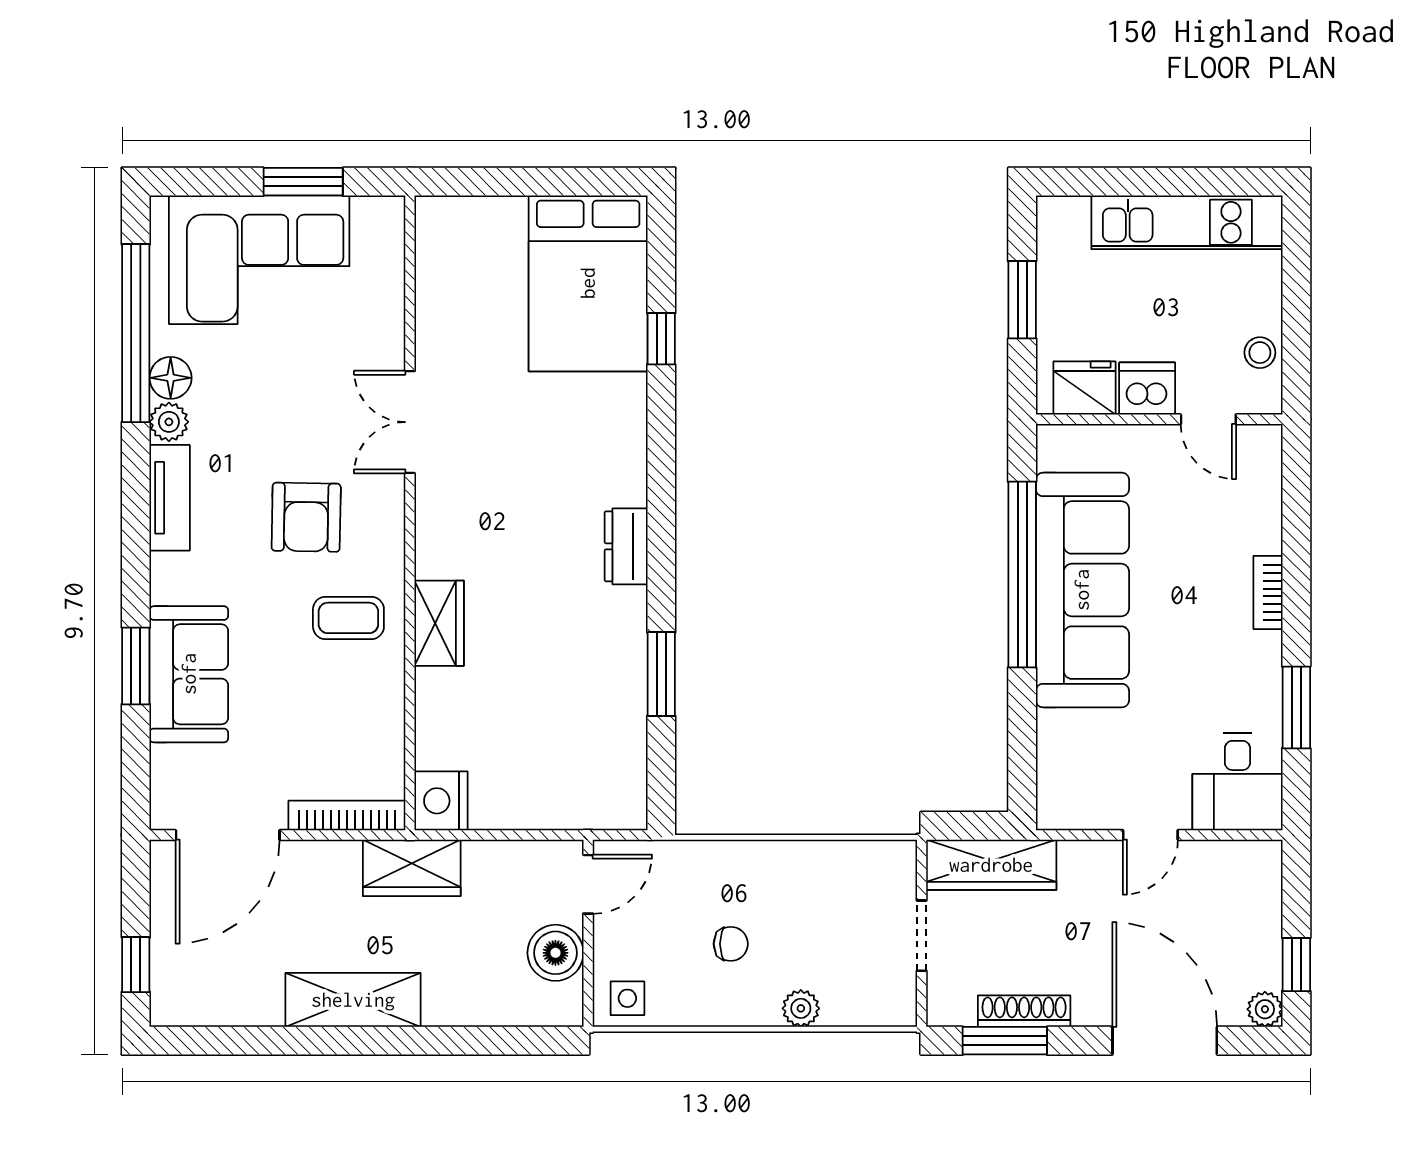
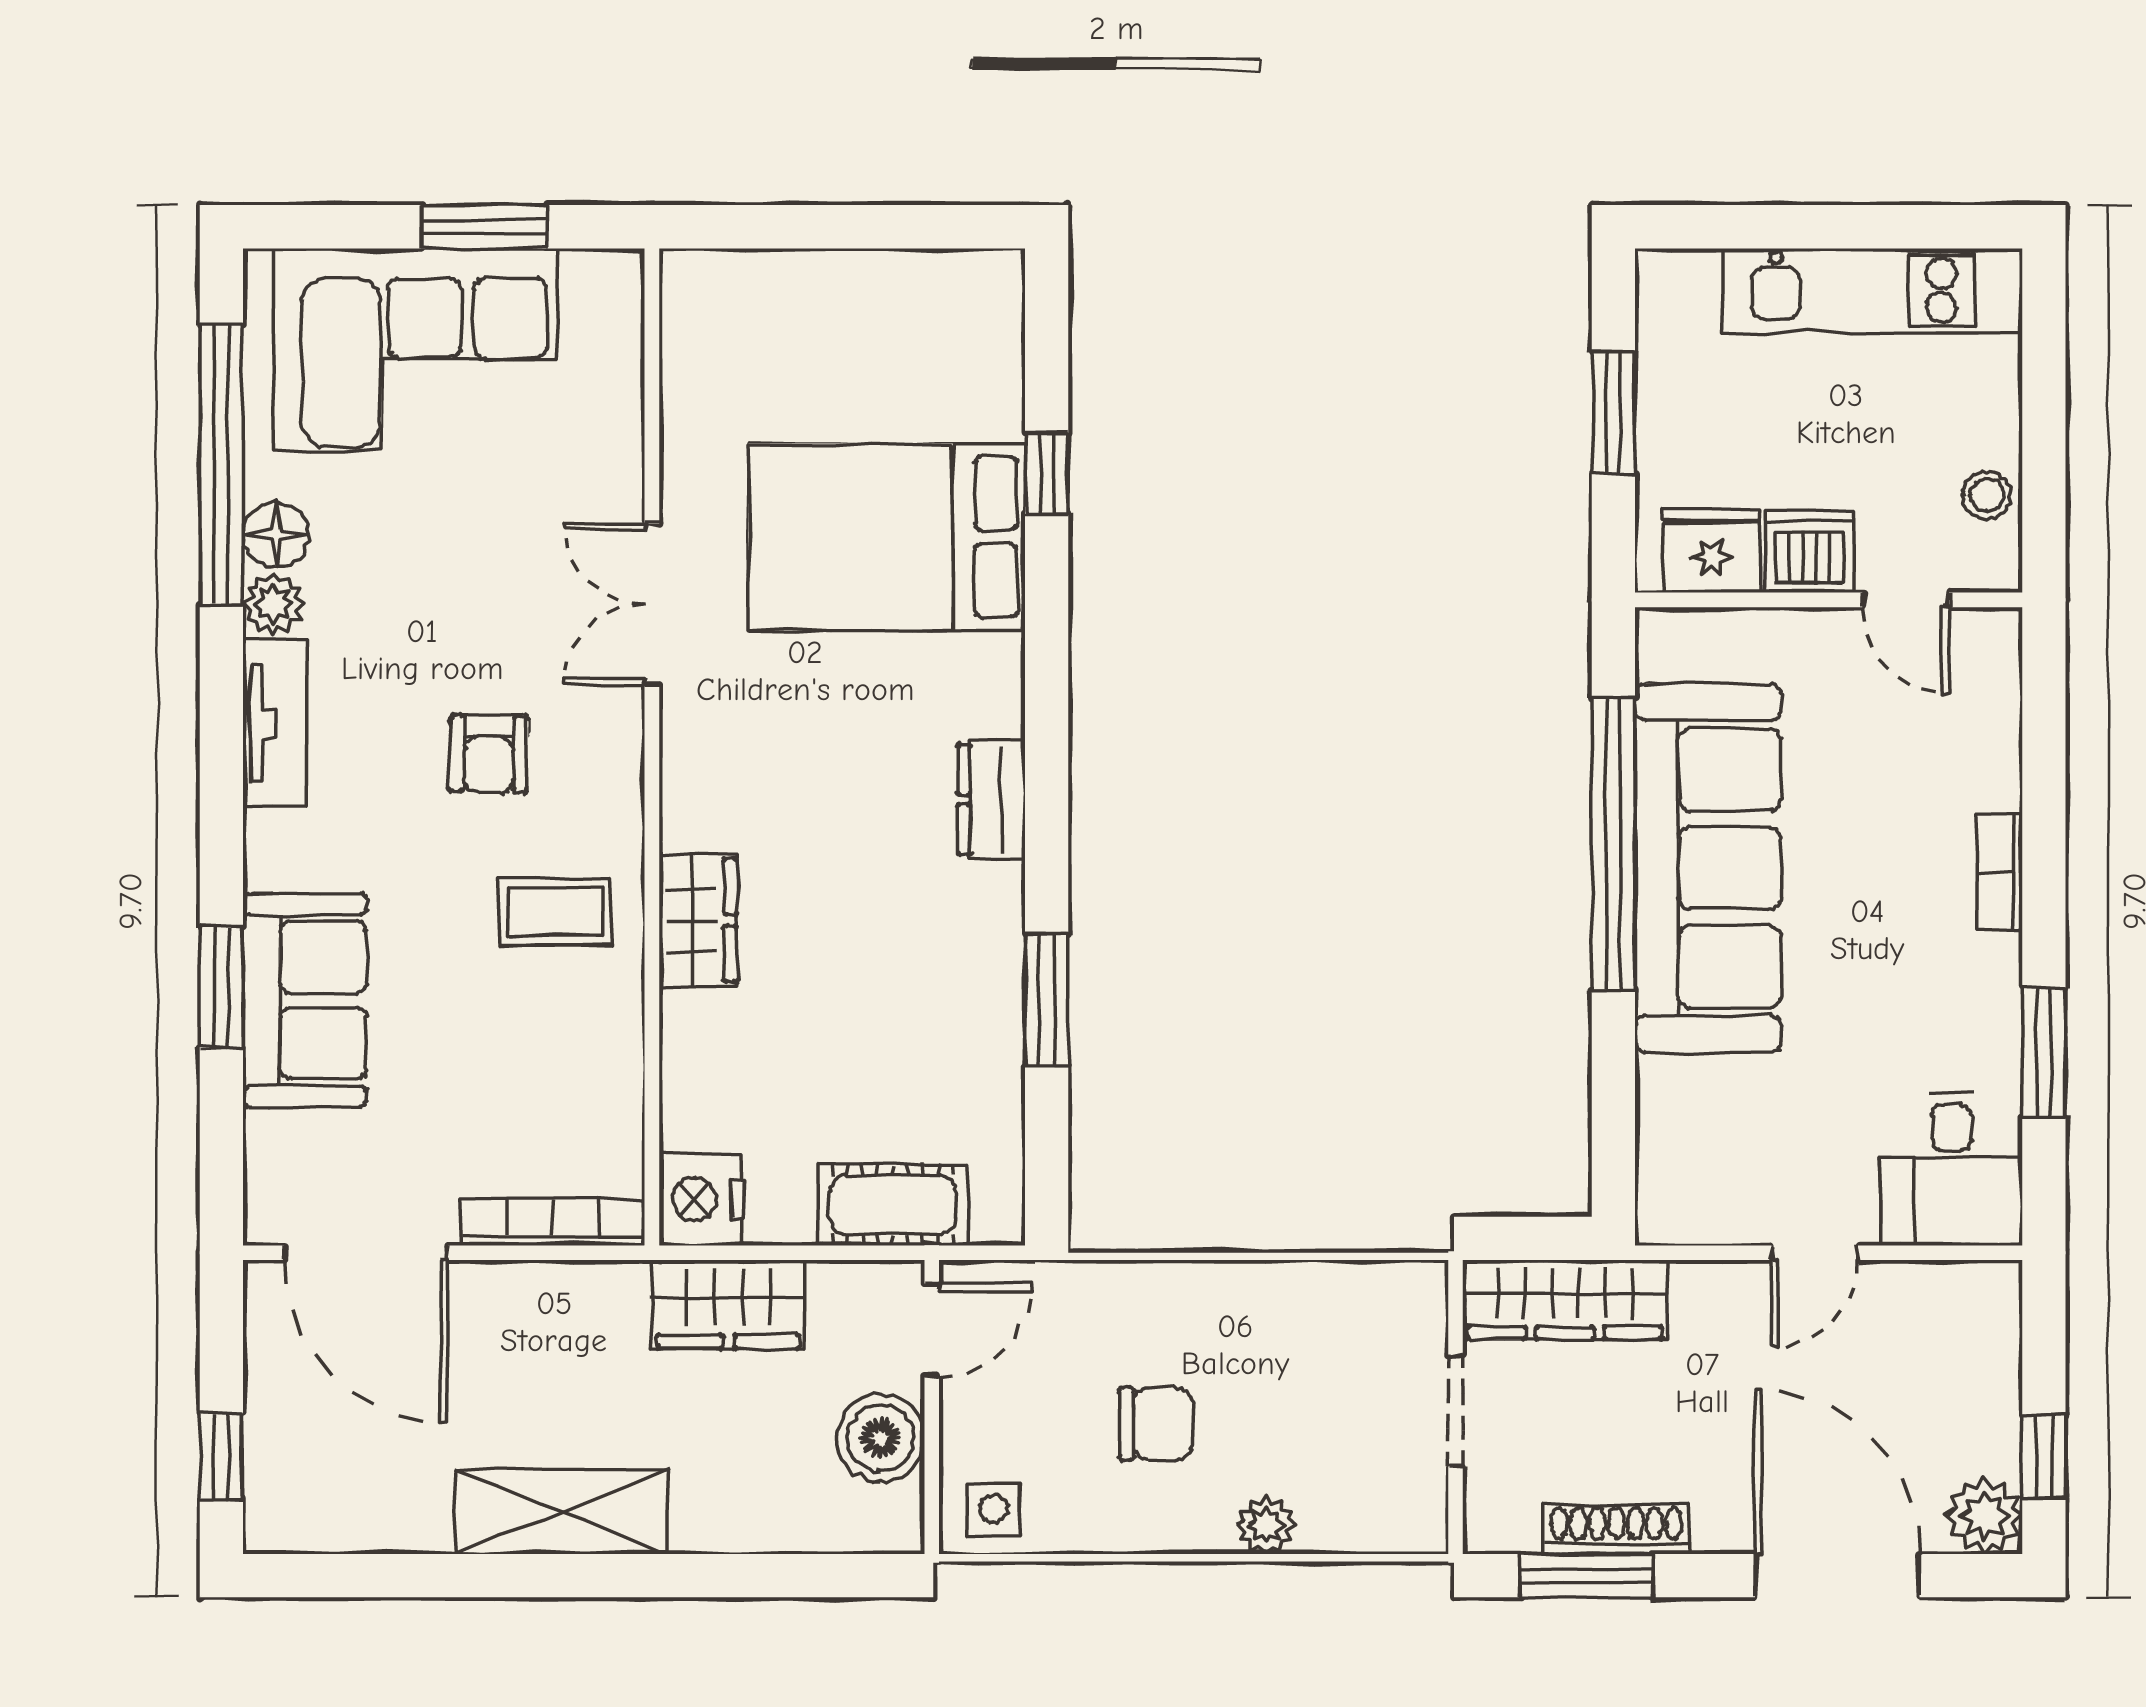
bed: (588, 283) -> (887, 537), moved, turned 90
armchair: (306, 517) -> (489, 754), width x0.72, depth x0.72
cot: (563, 804) -> (893, 1205), added
door: (228, 835) -> (366, 1253), hinge flipped
wardrobe: (412, 868) -> (728, 1304), moved
chair: (731, 944) -> (1156, 1424), width x1.37, depth x1.37
plant: (1265, 1009) -> (1984, 1516), width x1.38, depth x1.38

